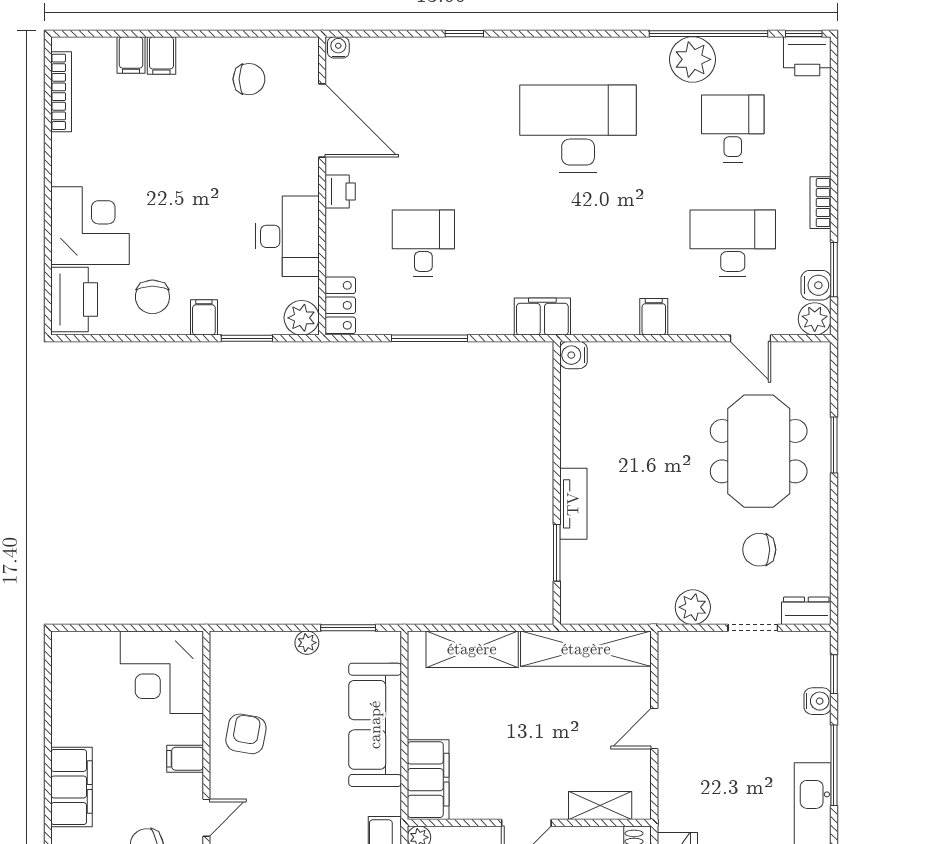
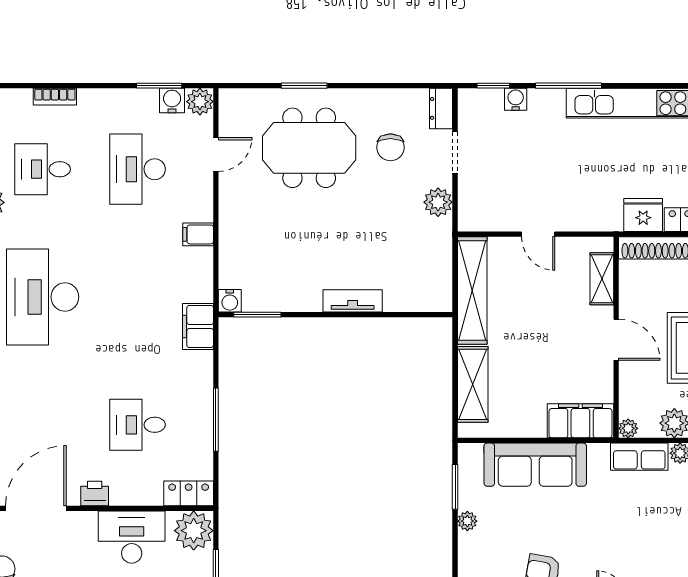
bookcase: (821, 203) -> (55, 97), moved
plant: (302, 318) -> (194, 531), width x1.36, depth x1.36
window: (557, 553) -> (257, 315), moved

